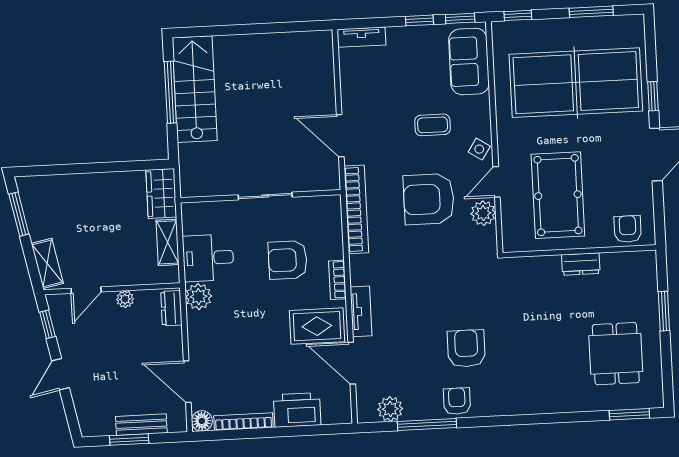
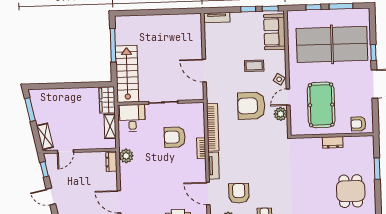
window: (518, 15) -> (313, 7), moved
stairs: (195, 89) -> (127, 74), moved
bookcase: (356, 209) -> (213, 127), moved
armchair: (628, 229) -> (358, 124), turned -90
desk: (208, 258) -> (132, 118), moved, turned 90
plant: (125, 299) -> (86, 157), removed
rug: (317, 326) -> (190, 173), removed
armchair: (466, 348) -> (239, 193), moved
door: (60, 374) -> (51, 196), hinge flipped

